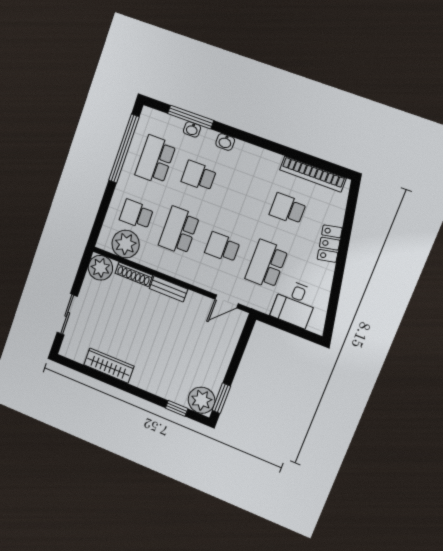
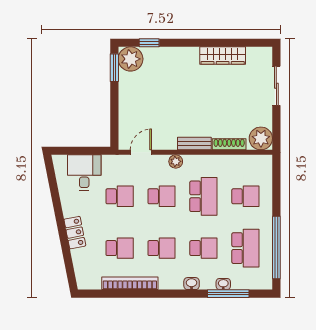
bookcase: (313, 174) -> (130, 283), moved
school desk: (243, 192) -> (161, 248), added
plant: (126, 244) -> (176, 161), moved, width x0.53, depth x0.53
school desk: (266, 264) -> (120, 196), width x0.54

